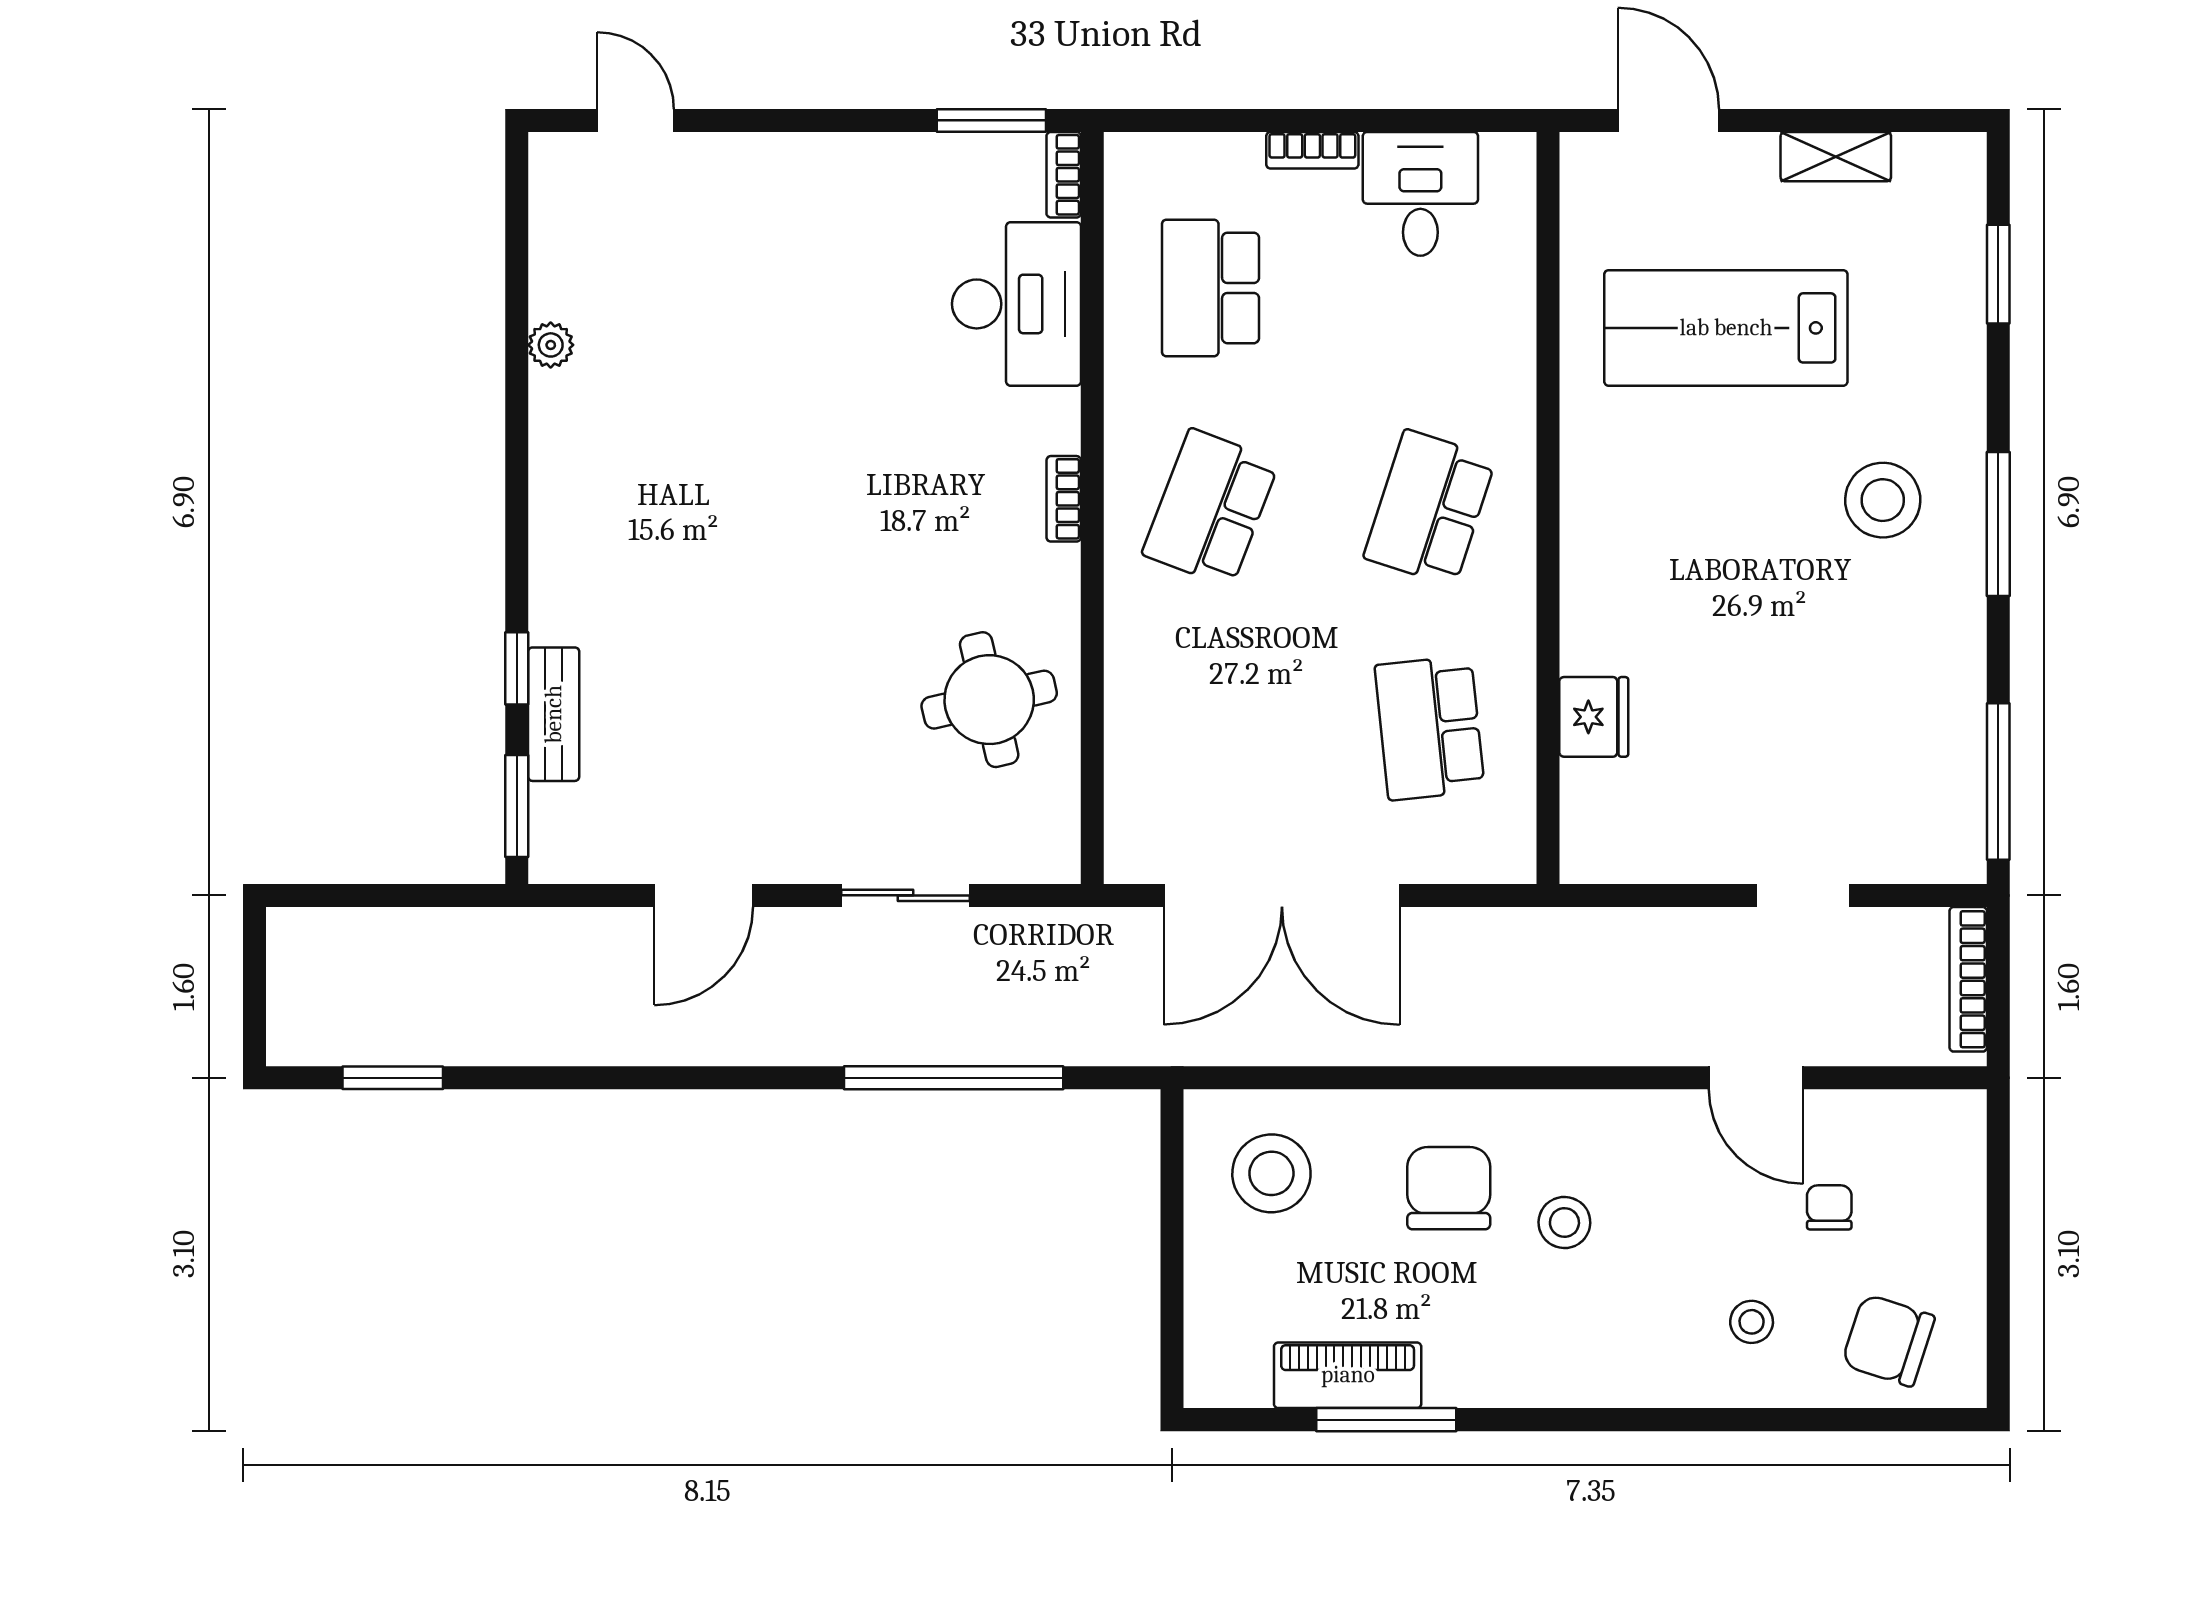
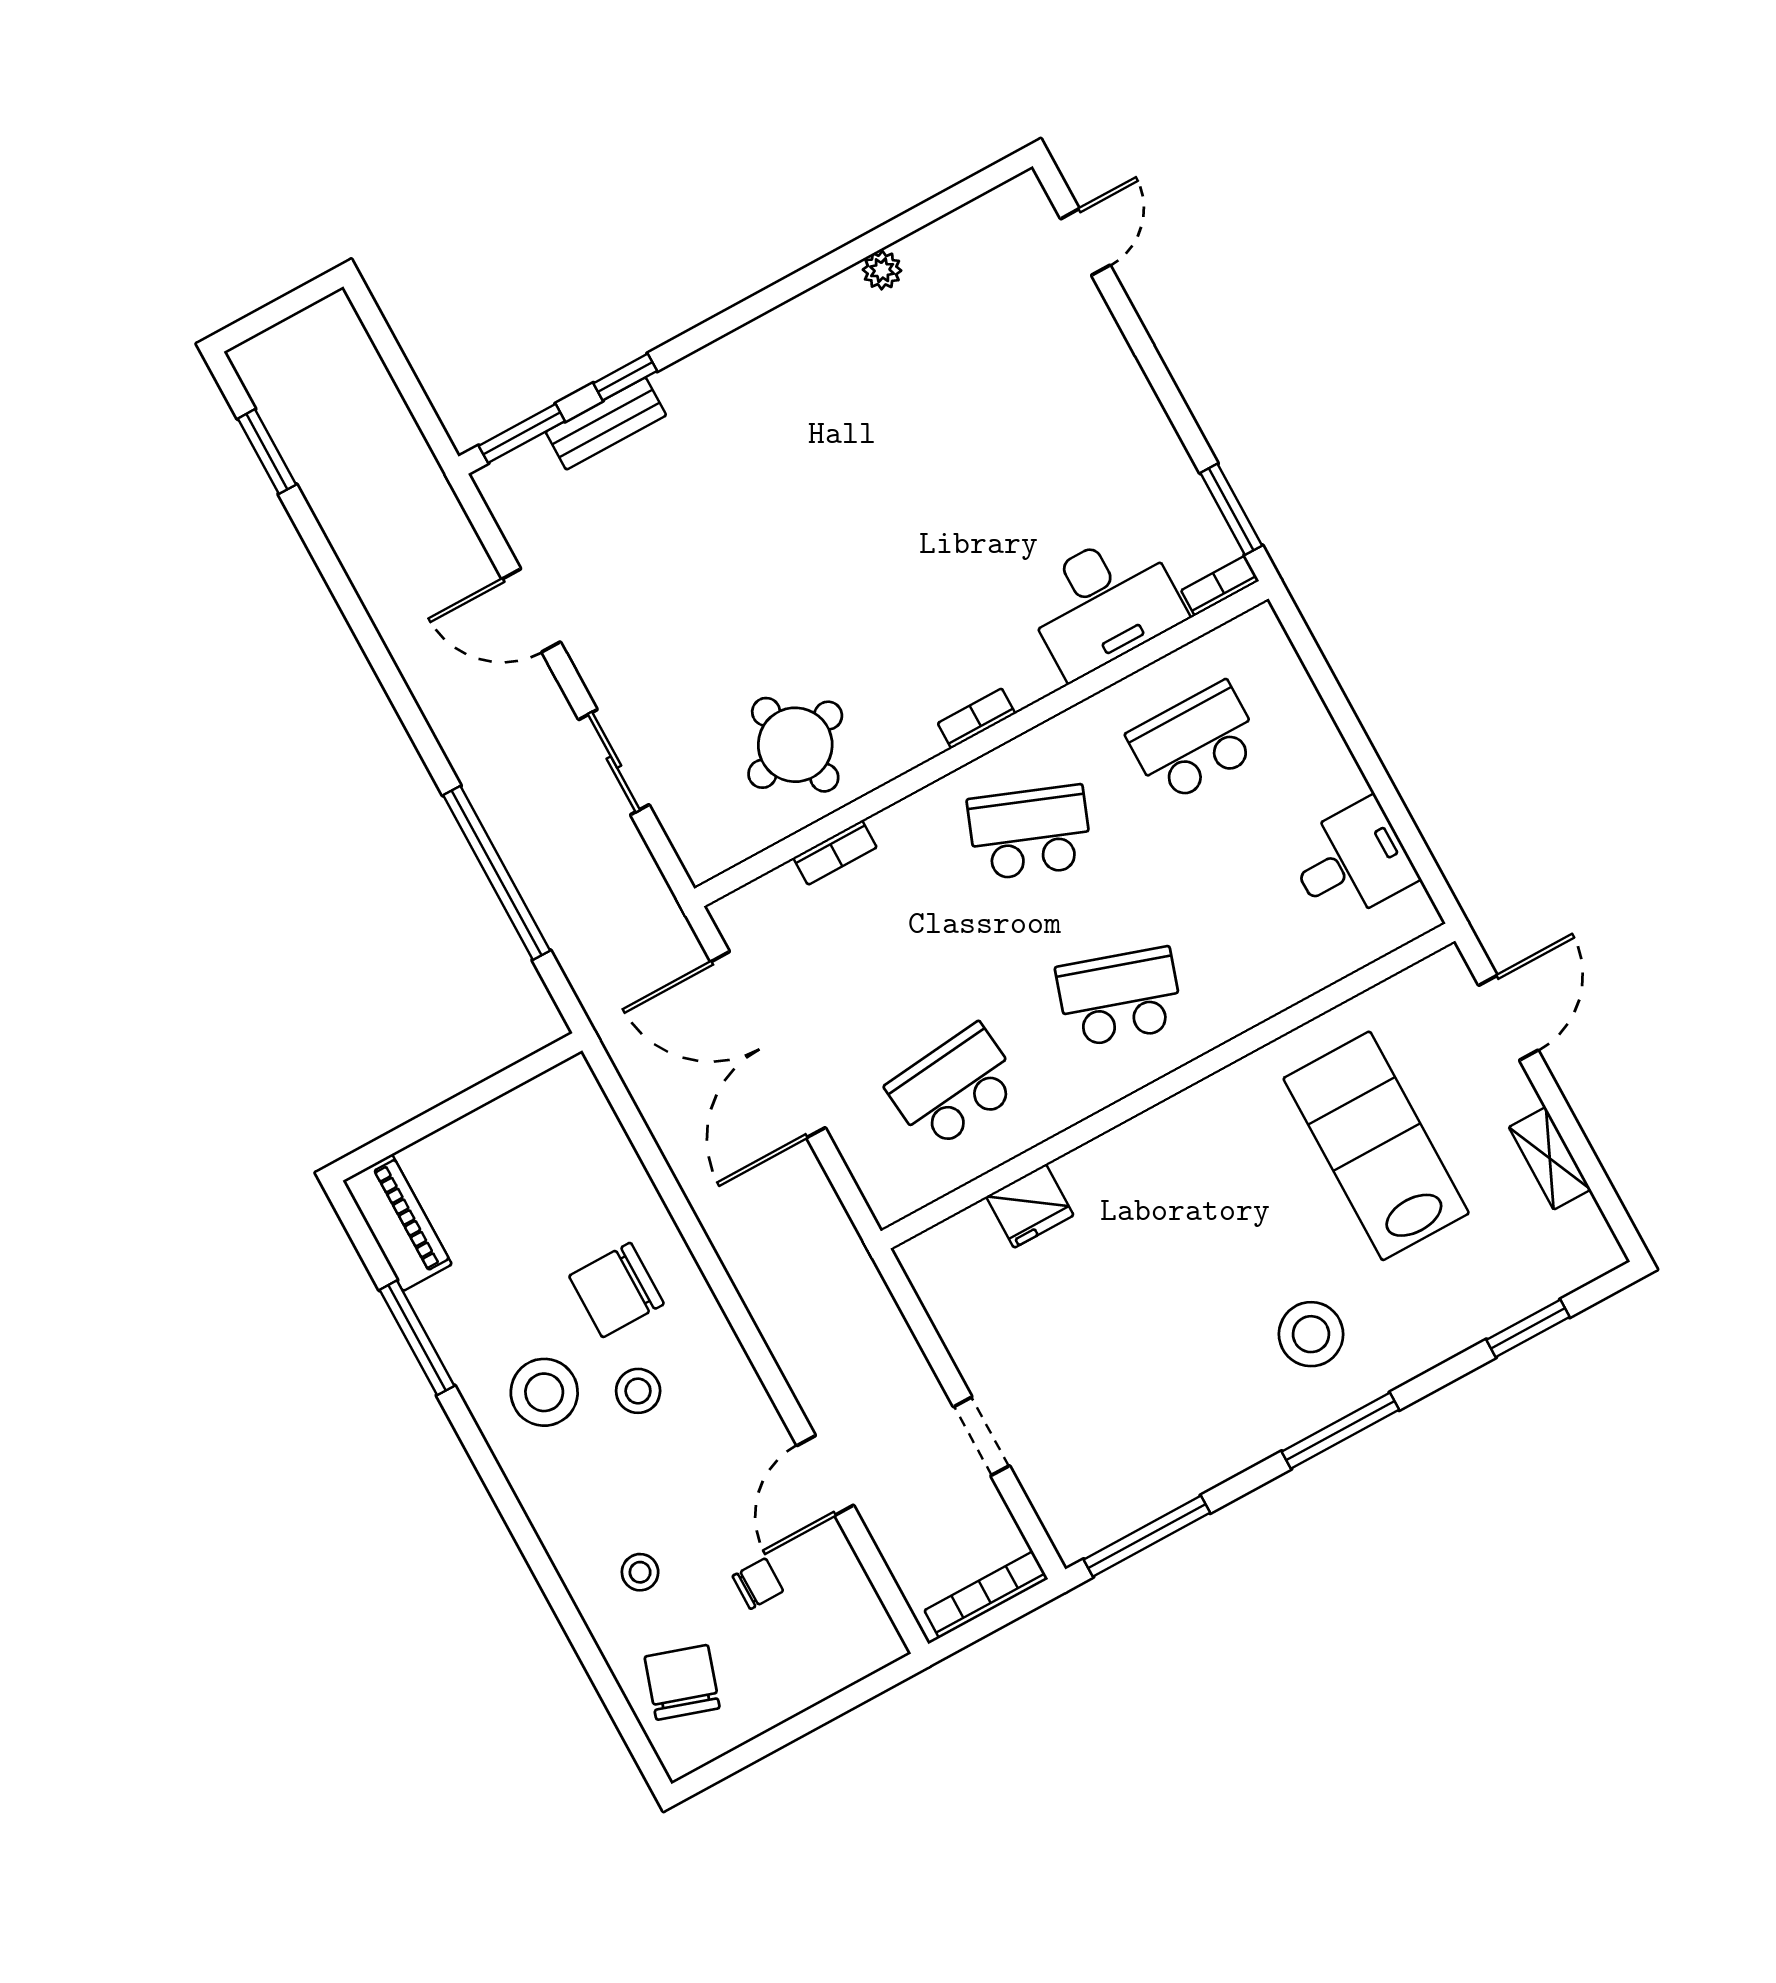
bookcase: (1312, 150) -> (835, 852), moved, turned -90
stool: (1271, 1173) -> (544, 1392), moved
chair: (1449, 1188) -> (617, 1290), turned 180
piano: (1348, 1375) -> (397, 1223), moved

